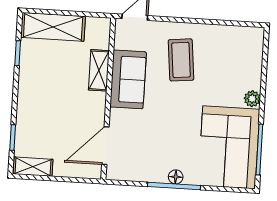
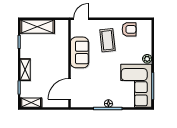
armchair: (222, 42) -> (129, 29), added
shelving: (99, 70) -> (25, 70), moved

